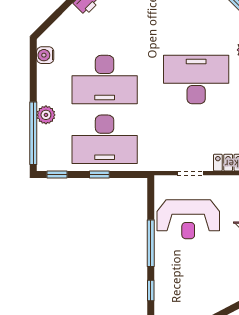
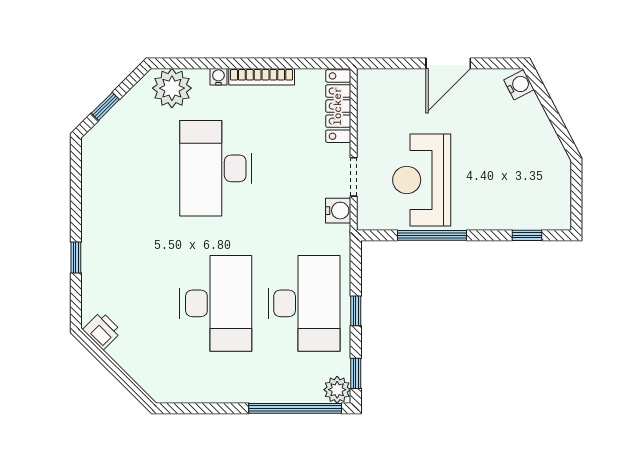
water cooler: (45, 55) -> (338, 211), moved, turned -90
plant: (46, 115) -> (337, 390), moved
reception desk: (188, 219) -> (422, 180), turned 180
window: (151, 243) -> (432, 235), moved

